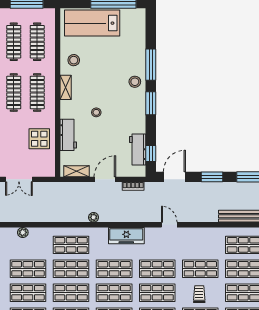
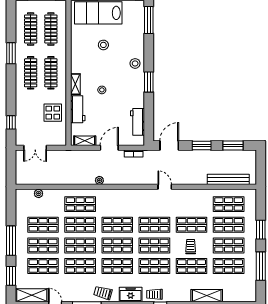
stool: (74, 60) -> (103, 45), moved
window: (151, 65) -> (149, 20), moved
shelving: (66, 87) -> (75, 84), moved
window: (151, 153) -> (149, 125), removed
freezer: (126, 236) -> (128, 196), removed

